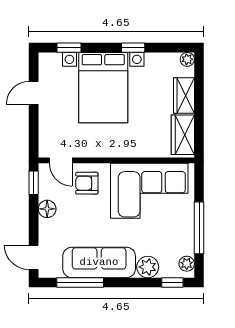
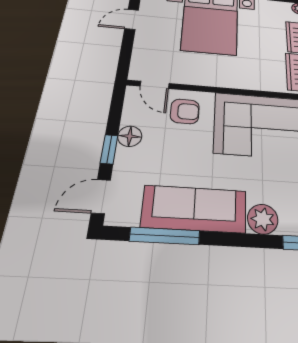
window: (34, 183) -> (109, 149), moved
armchair: (87, 183) -> (185, 111), turned 180
door: (34, 257) -> (101, 196), hinge flipped

